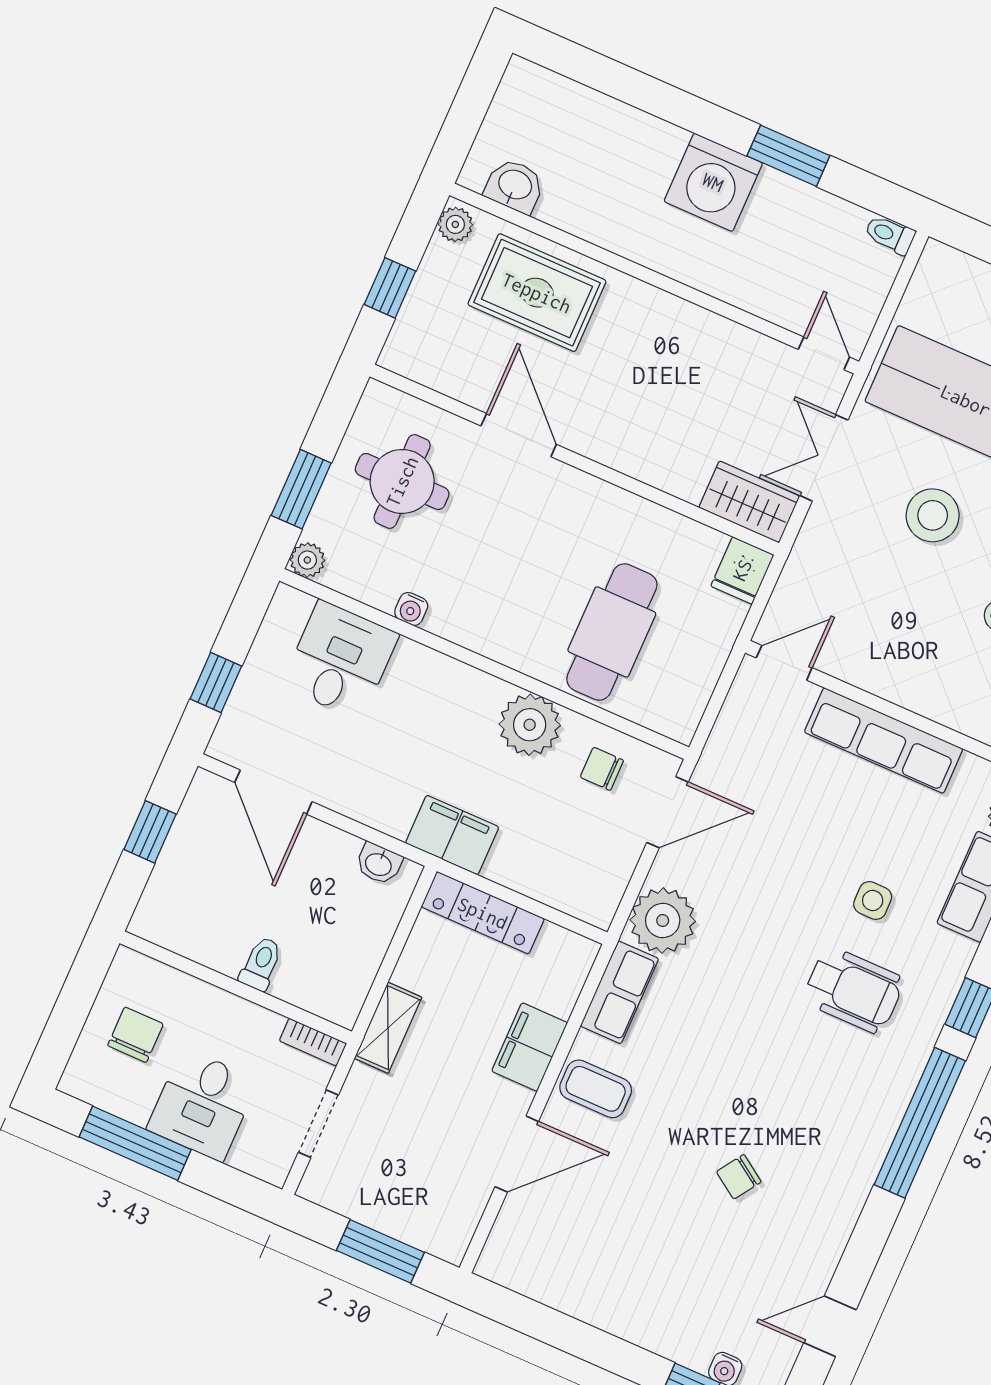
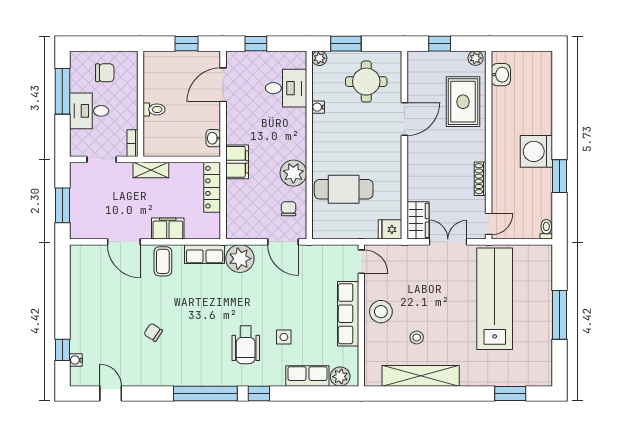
shoe rack: (719, 329) -> (480, 179), added
stool: (933, 515) -> (381, 312), moved

